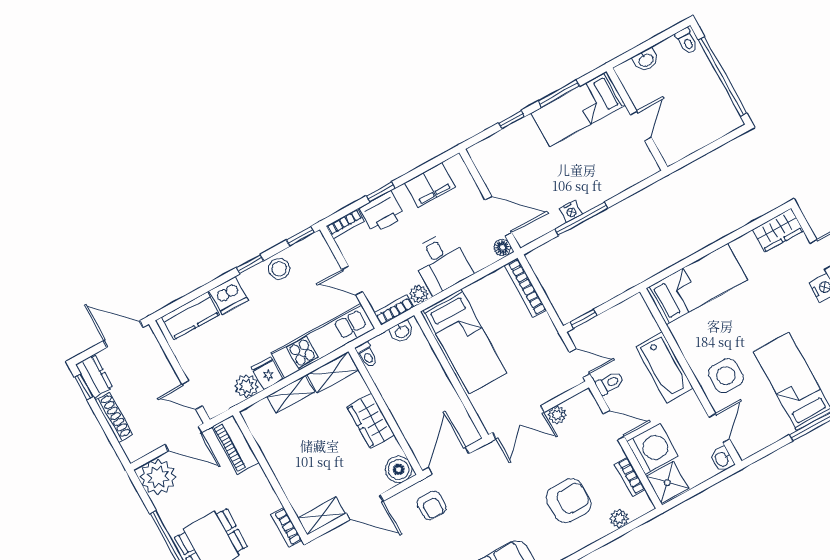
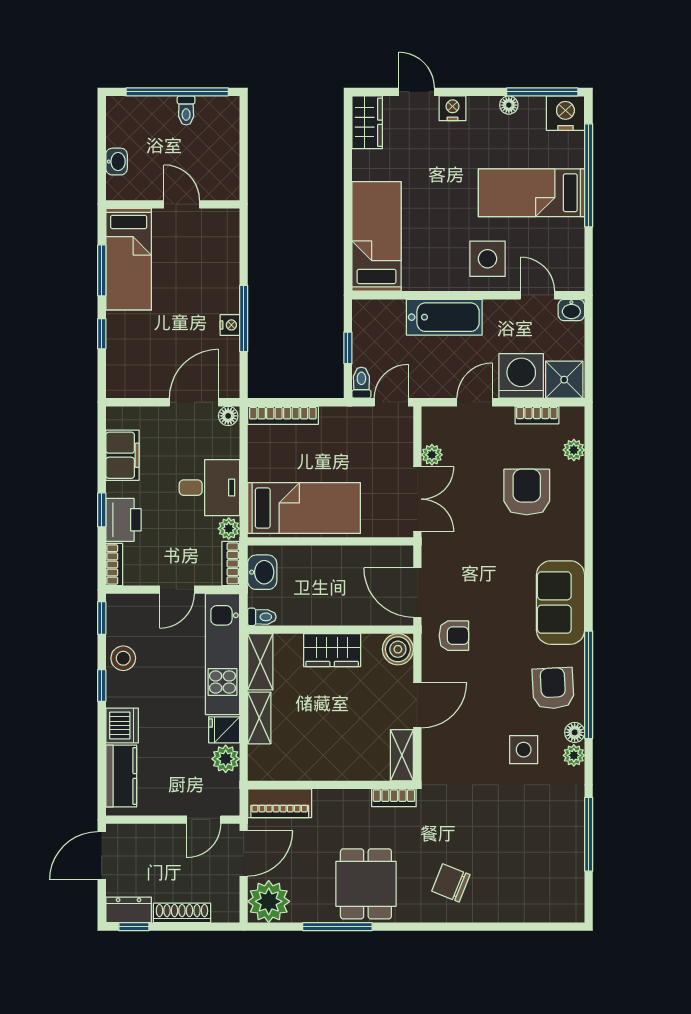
toilet: (687, 41) -> (186, 110), moved, turned 90
window: (584, 319) -> (348, 348), moved
washbasin: (402, 332) -> (262, 572), width x1.38, depth x1.45
toilet: (610, 383) -> (361, 383), moved

